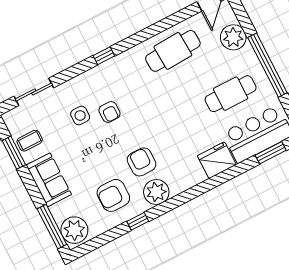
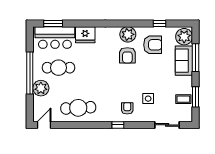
plant: (233, 37) -> (41, 88), moved
armchair: (110, 112) -> (127, 108), moved
sofa: (49, 180) -> (184, 61), moved
window: (138, 221) -> (160, 23), moved
window: (52, 227) -> (196, 58), moved

